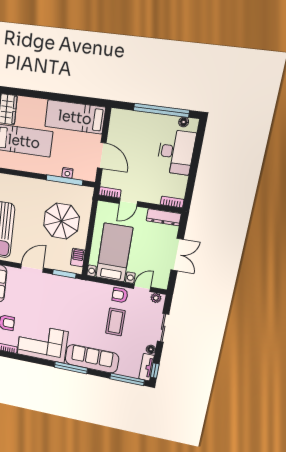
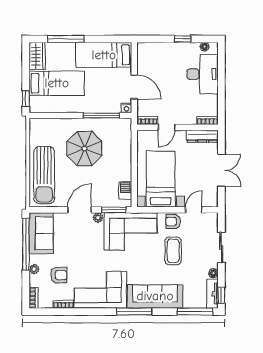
window: (38, 95) -> (66, 39), added
window: (161, 110) -> (183, 39), width x0.32
nightstand: (67, 173) -> (127, 108), moved
parasol: (61, 221) -> (84, 148), moved
corner sofa: (77, 297) -> (130, 231), added
plant: (156, 298) -> (98, 218), moved

